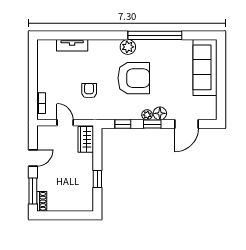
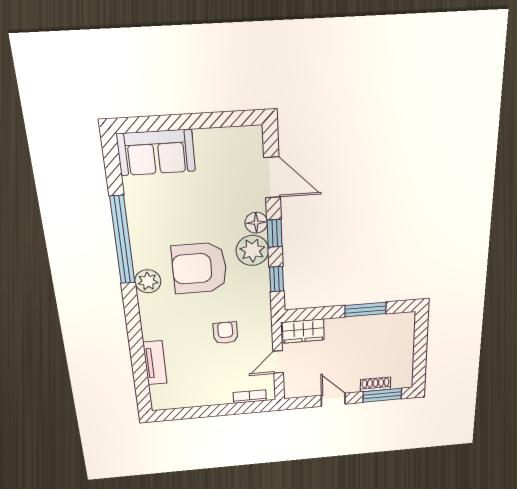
sofa: (205, 67) -> (156, 152), width x0.73
armchair: (134, 78) -> (199, 268), turned -90
armchair: (89, 91) -> (225, 333), turned 90
plant: (147, 115) -> (252, 250), width x1.88, depth x1.88
window: (97, 179) -> (365, 310), width x1.50
shoe rack: (42, 201) -> (375, 384), moved

